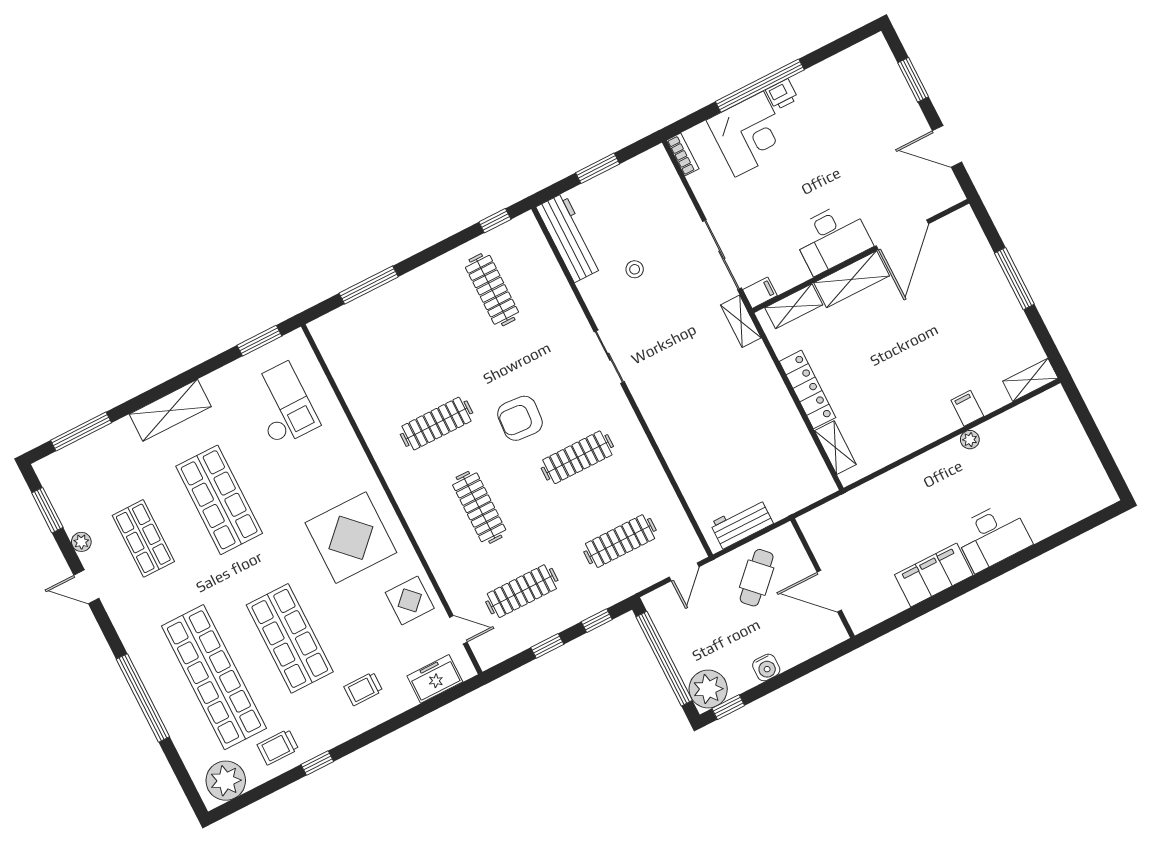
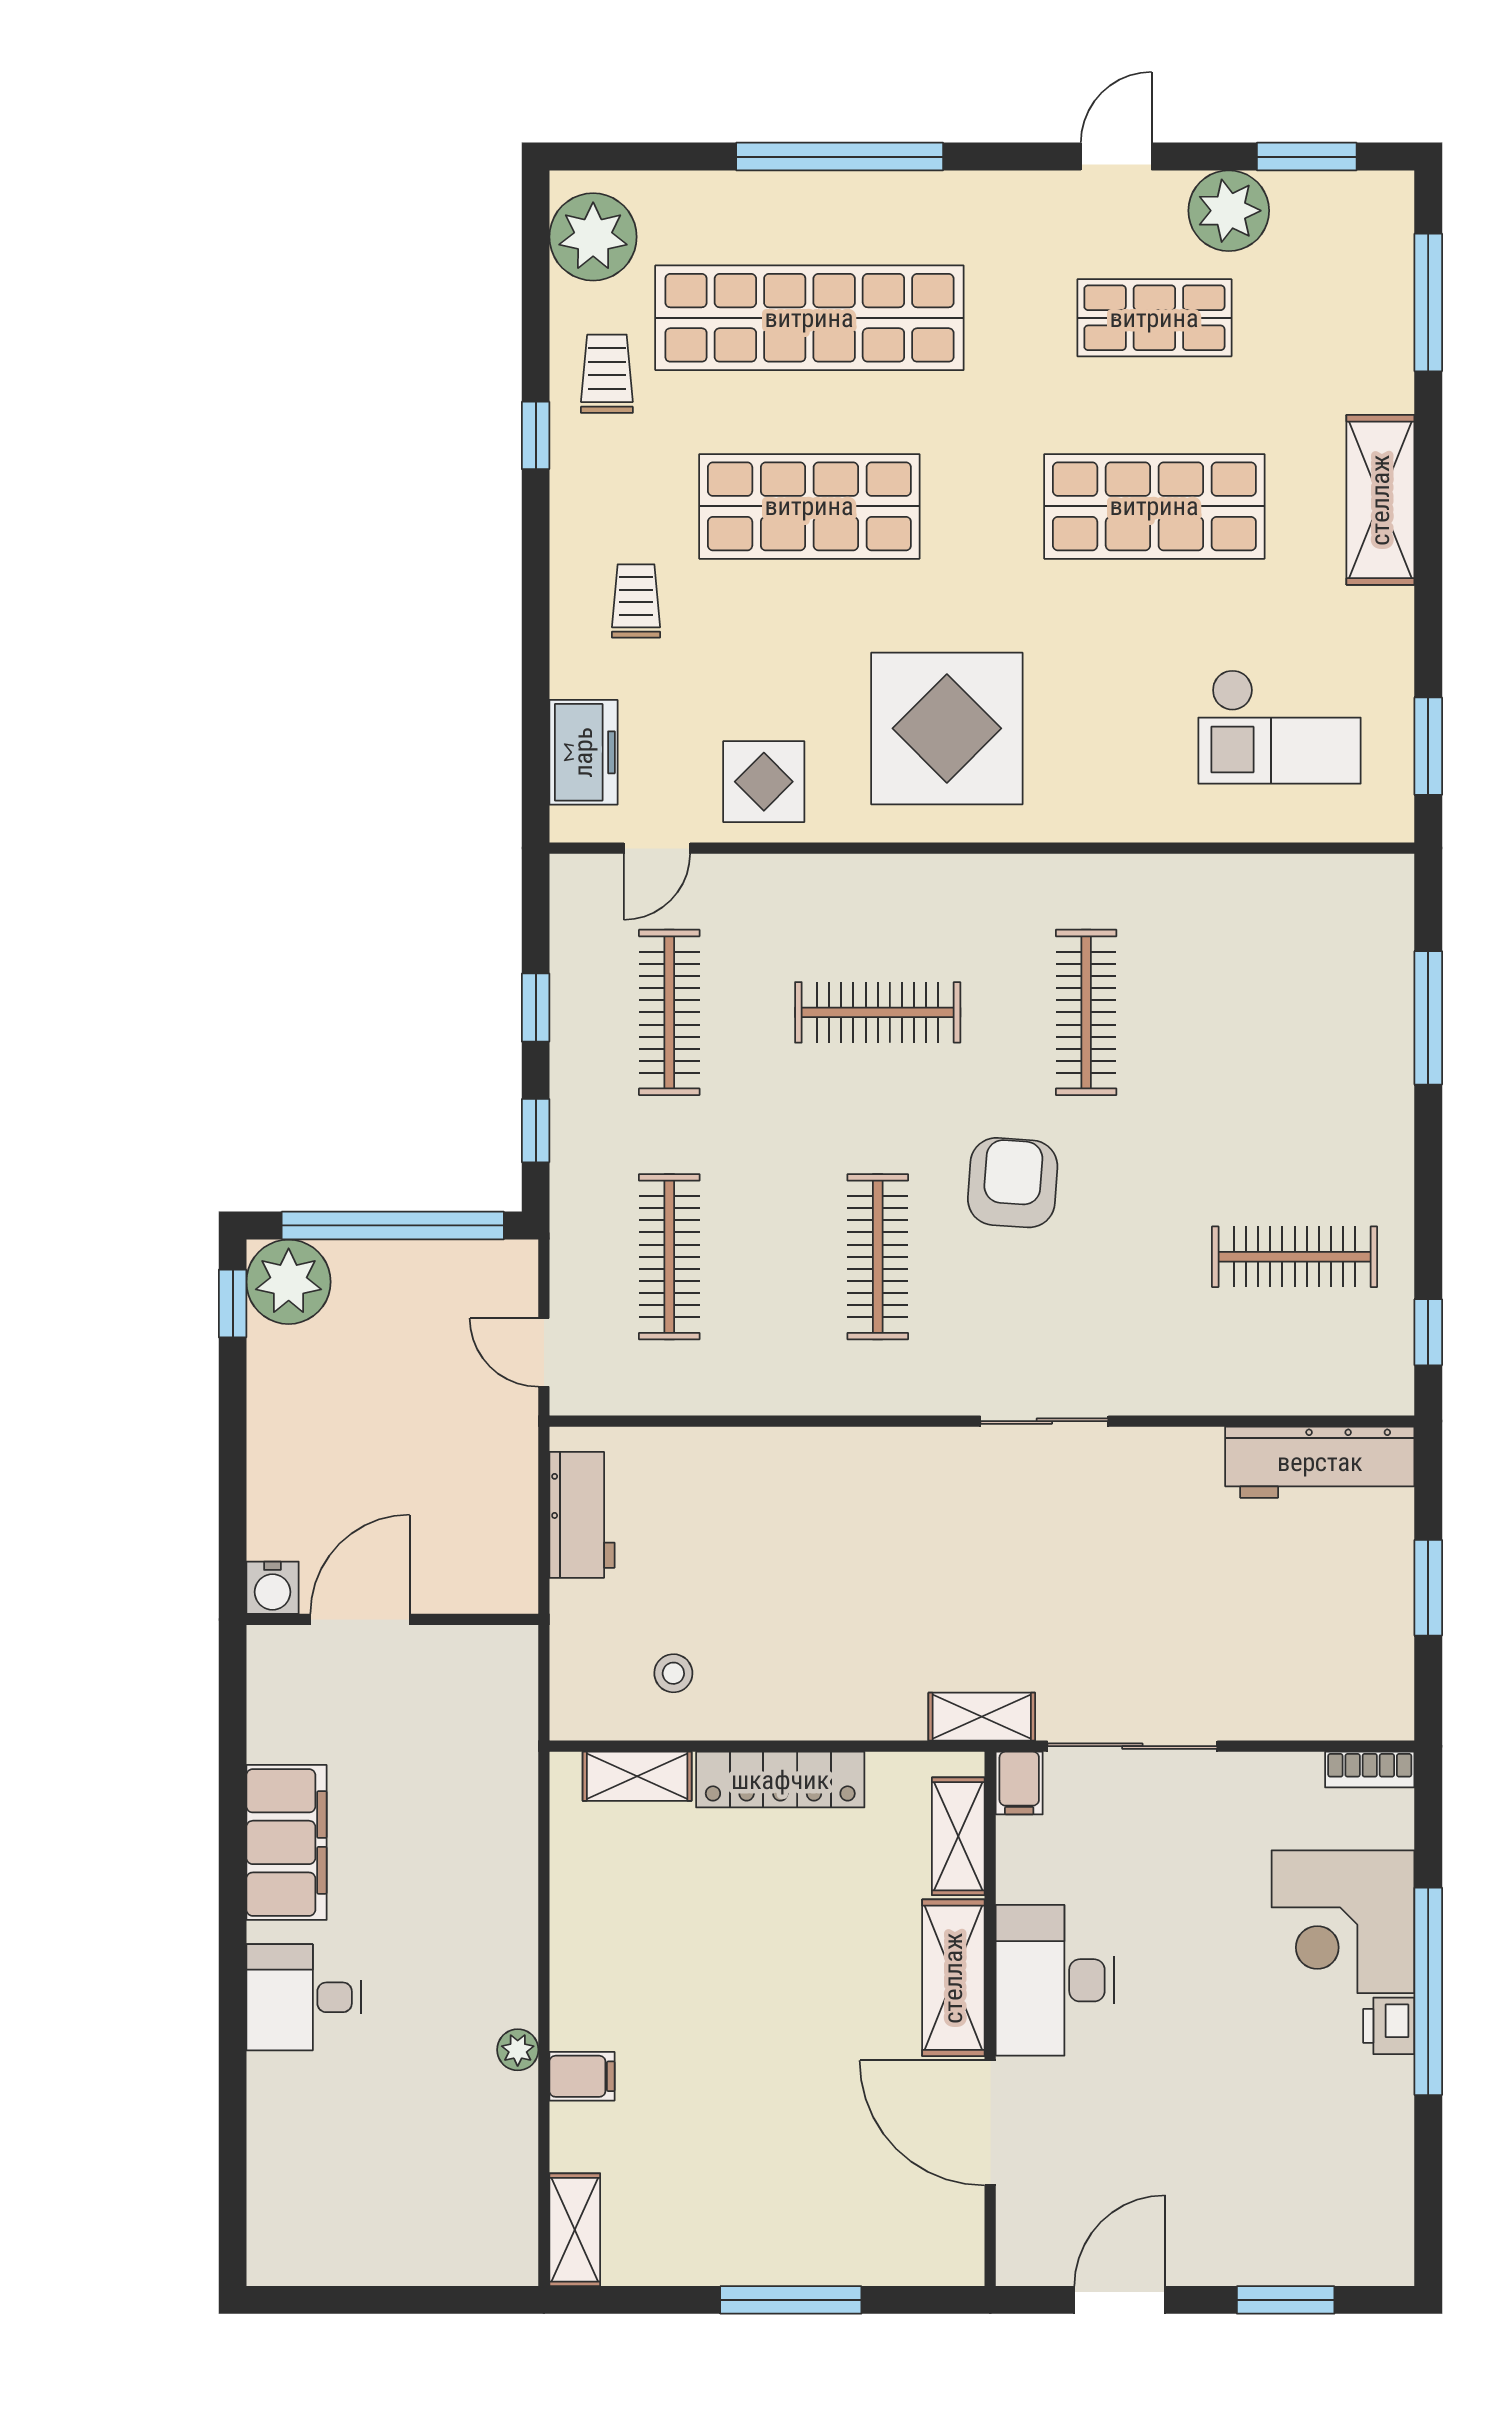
stool: (635, 269) -> (673, 1673), moved
desk: (993, 536) -> (304, 1997), width x0.73
plant: (81, 542) -> (1229, 211), width x1.87, depth x1.87
cafe table: (757, 578) -> (460, 1490), removed
water cooler: (766, 667) -> (272, 1588), moved, turned -90

